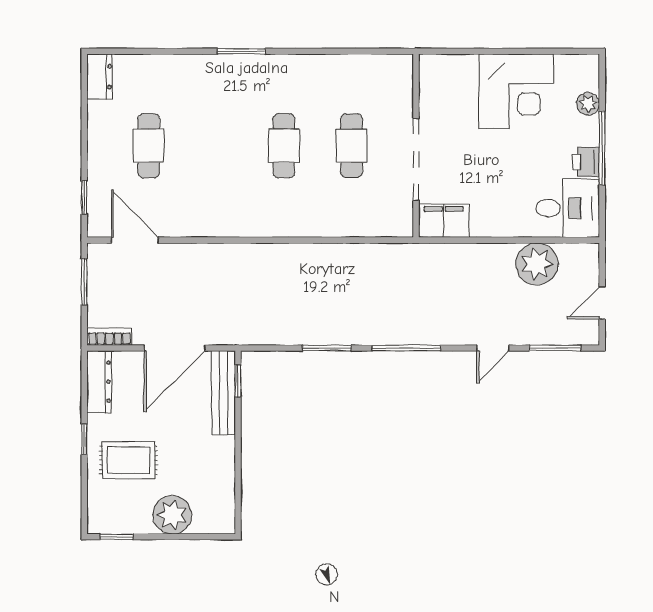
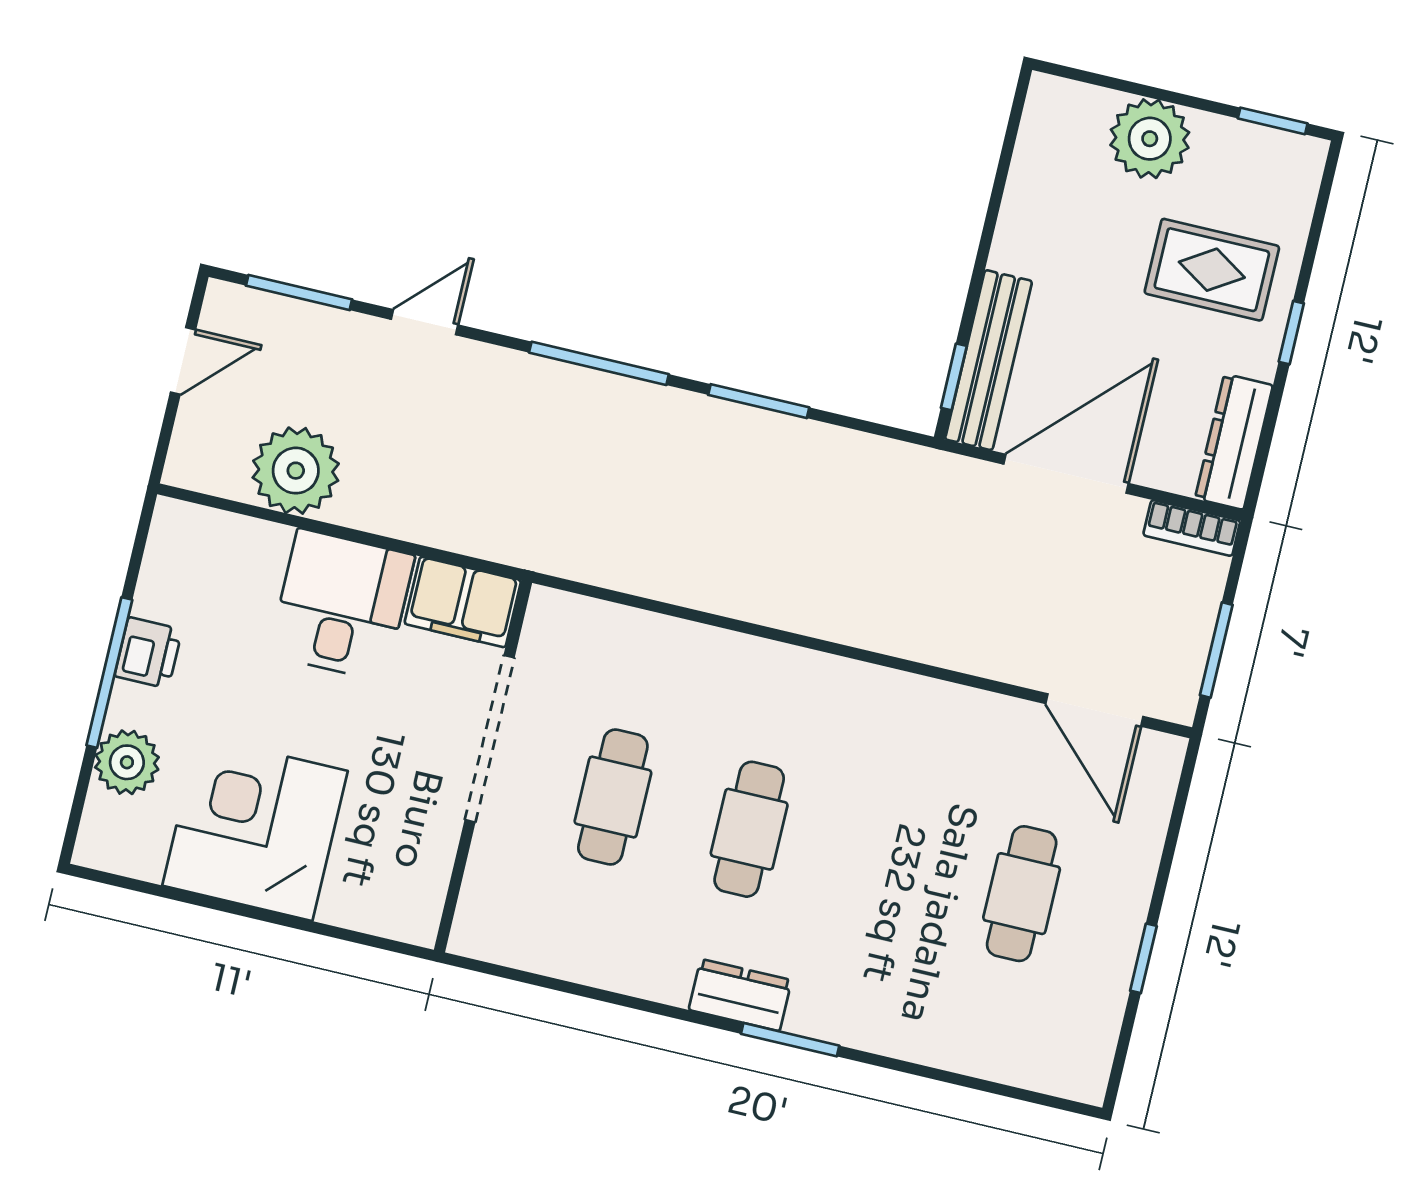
dresser: (100, 77) -> (740, 995), moved, turned 90
plant: (588, 104) -> (127, 762), width x1.38, depth x1.38
window: (84, 197) -> (1143, 958), moved
desk: (568, 208) -> (342, 605), moved, turned 90

